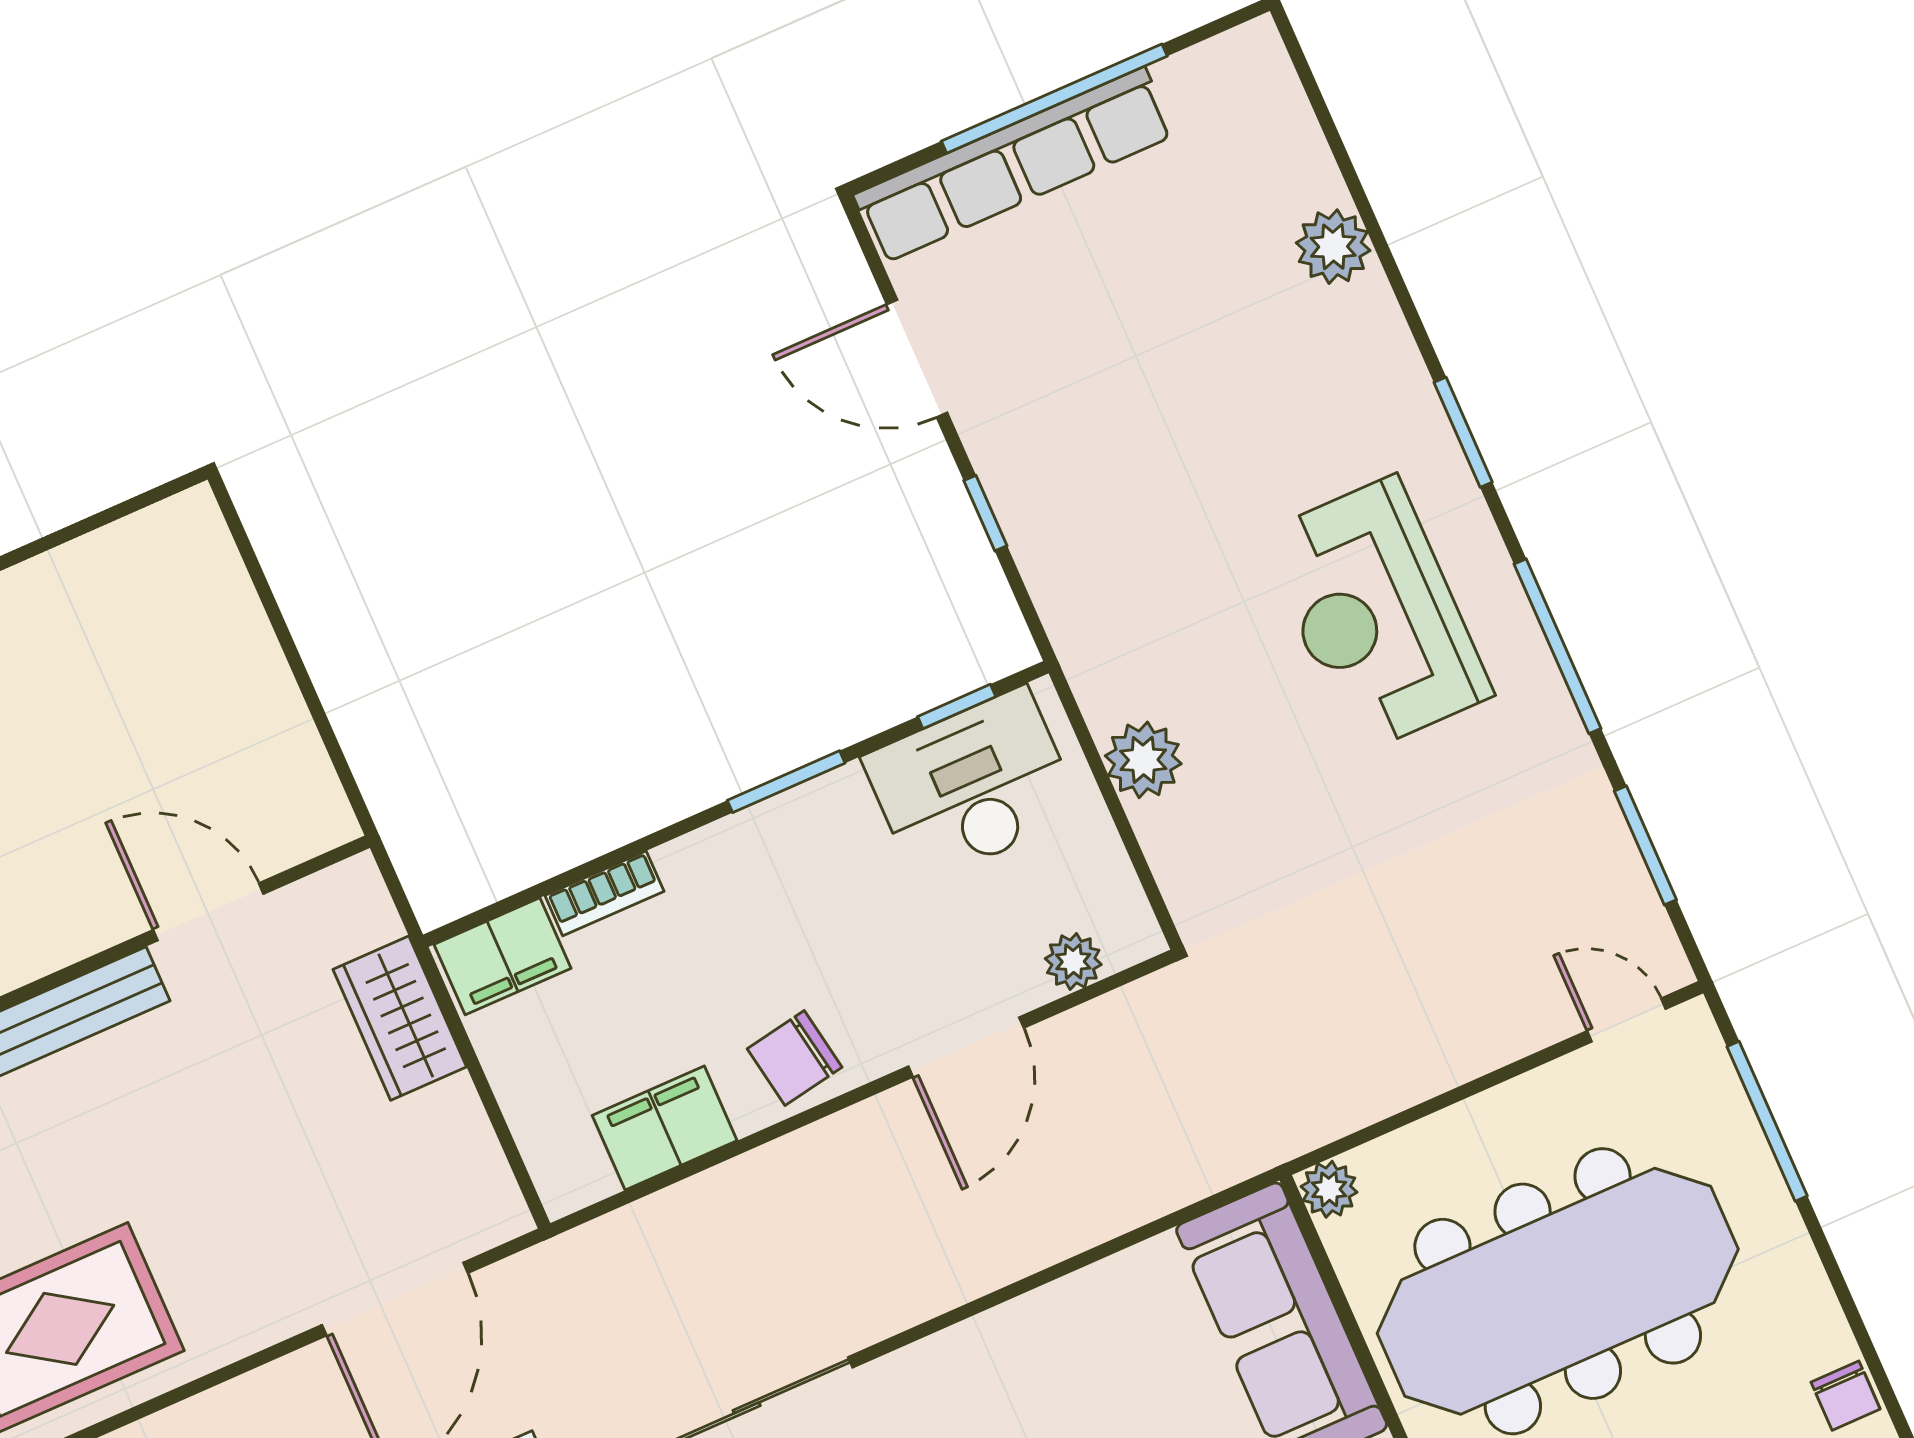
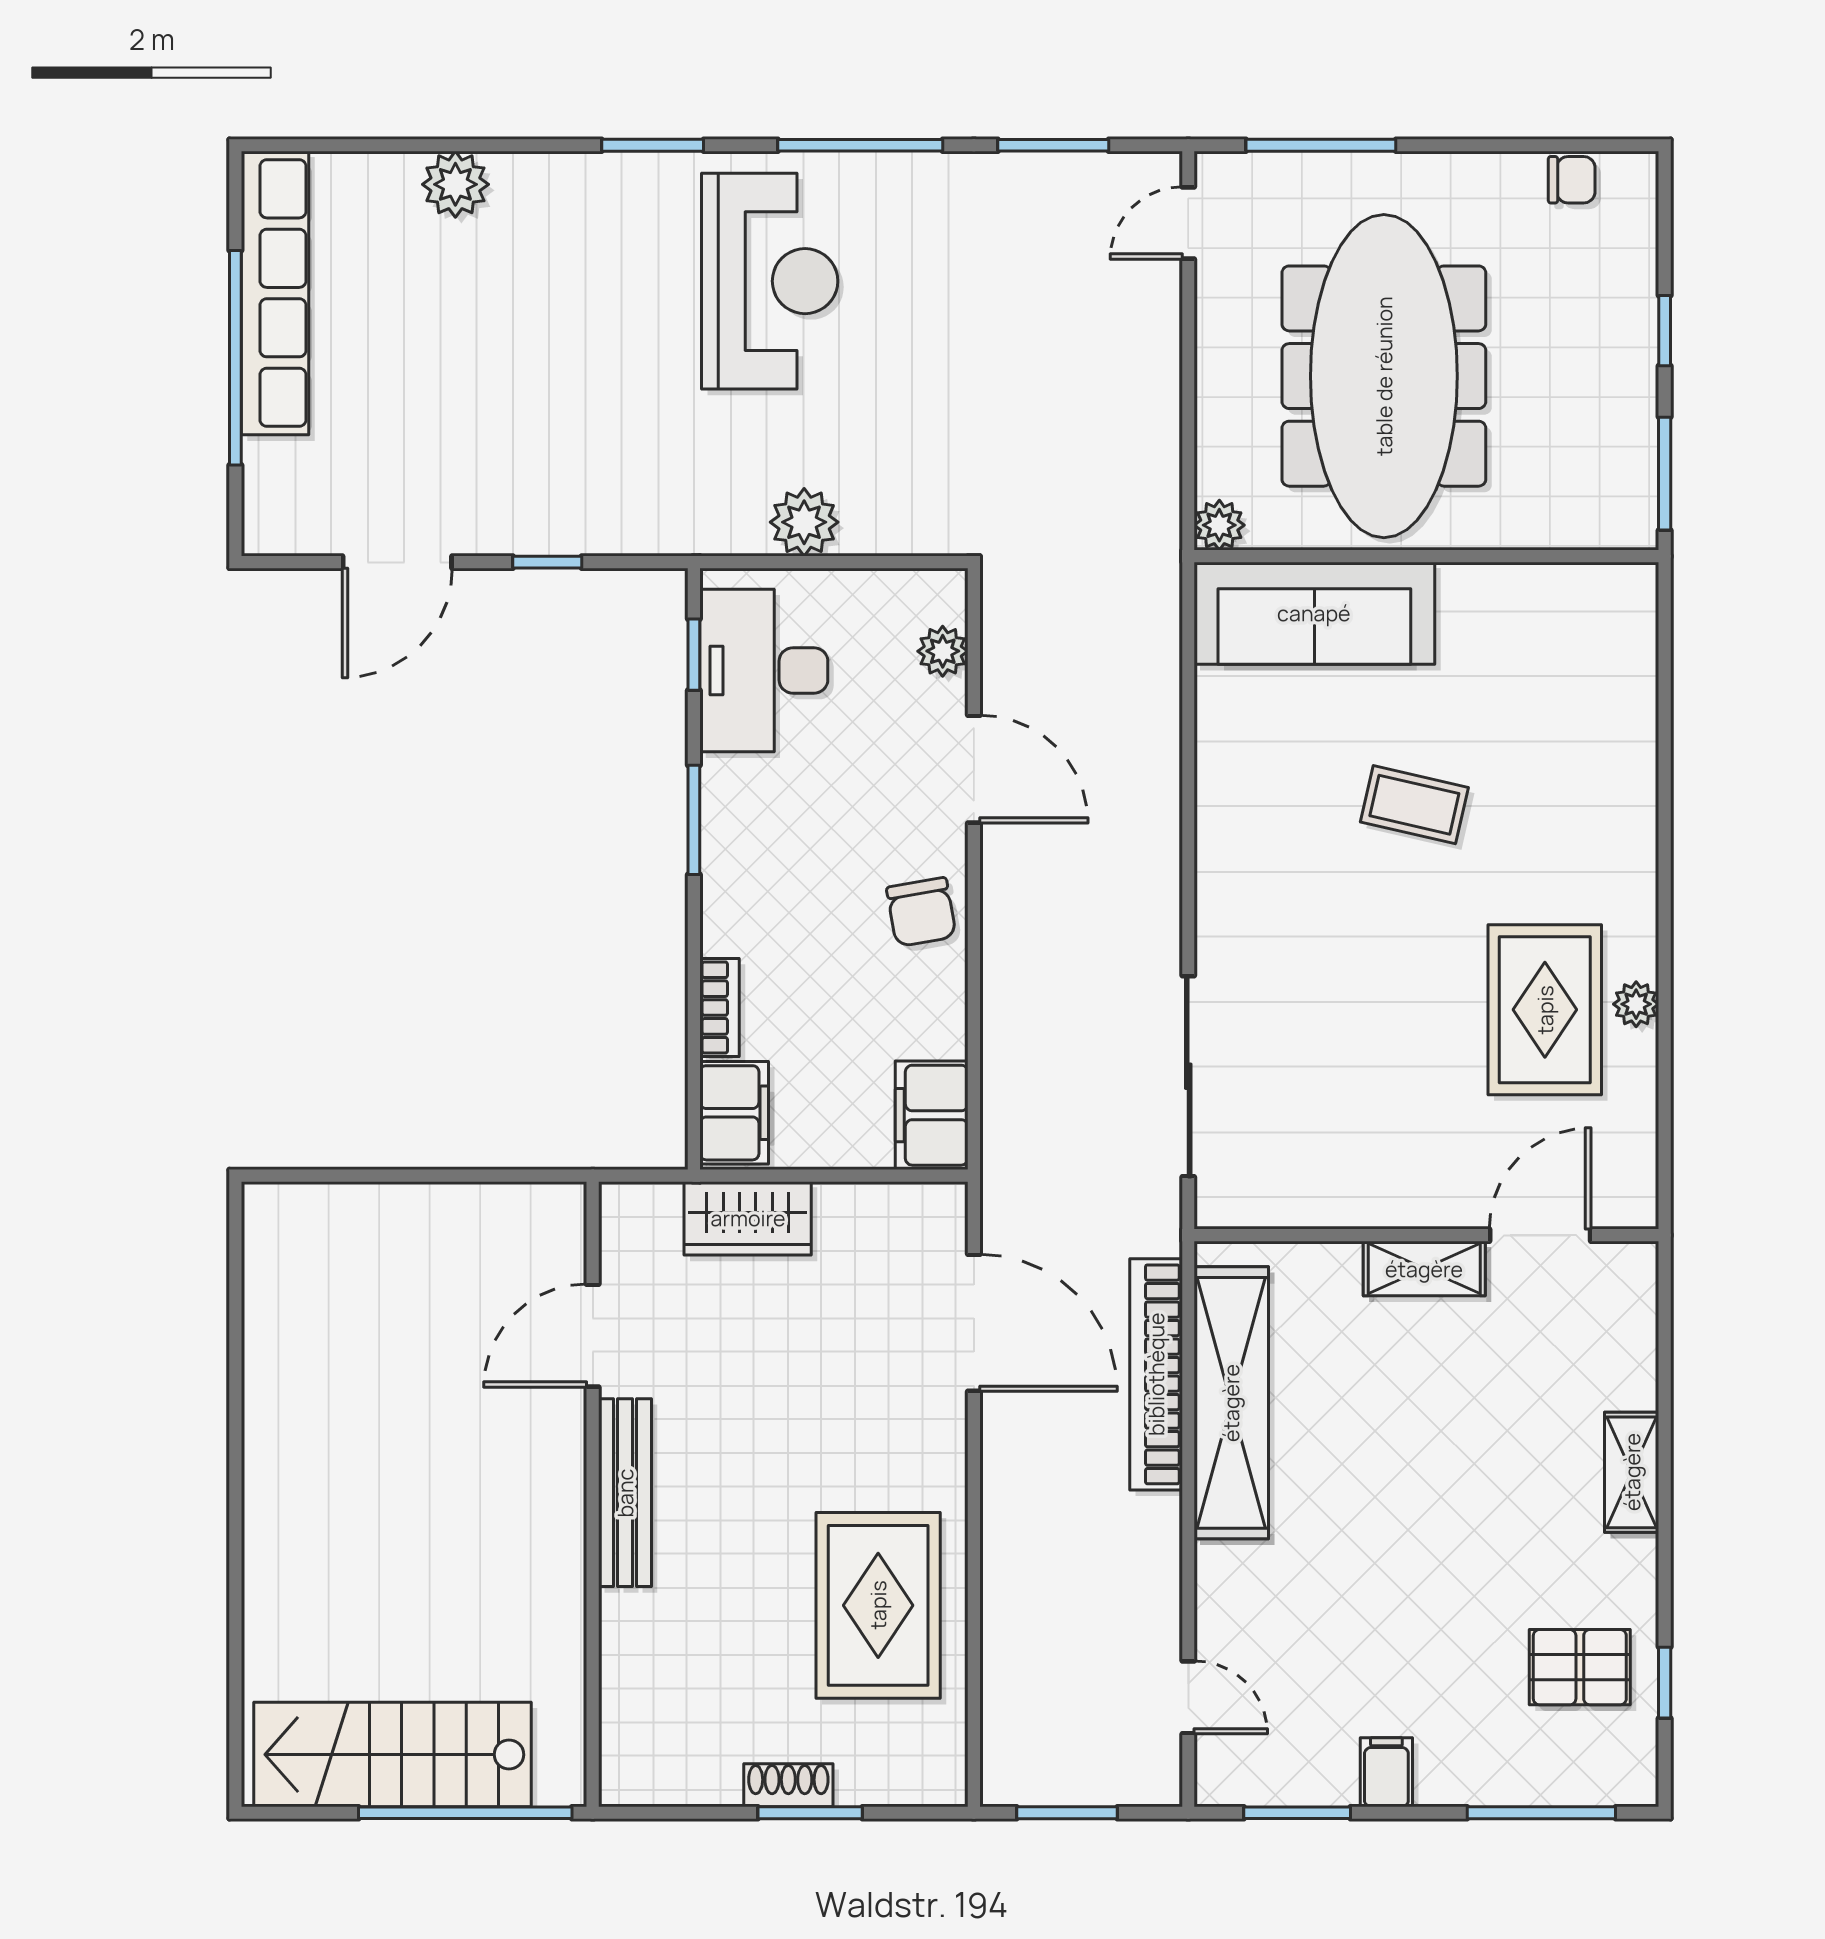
row of seats: (1014, 165) -> (275, 293), moved
reception desk: (1376, 615) -> (770, 281), turned -90
filing cabinet: (665, 1128) -> (932, 1115), moved

